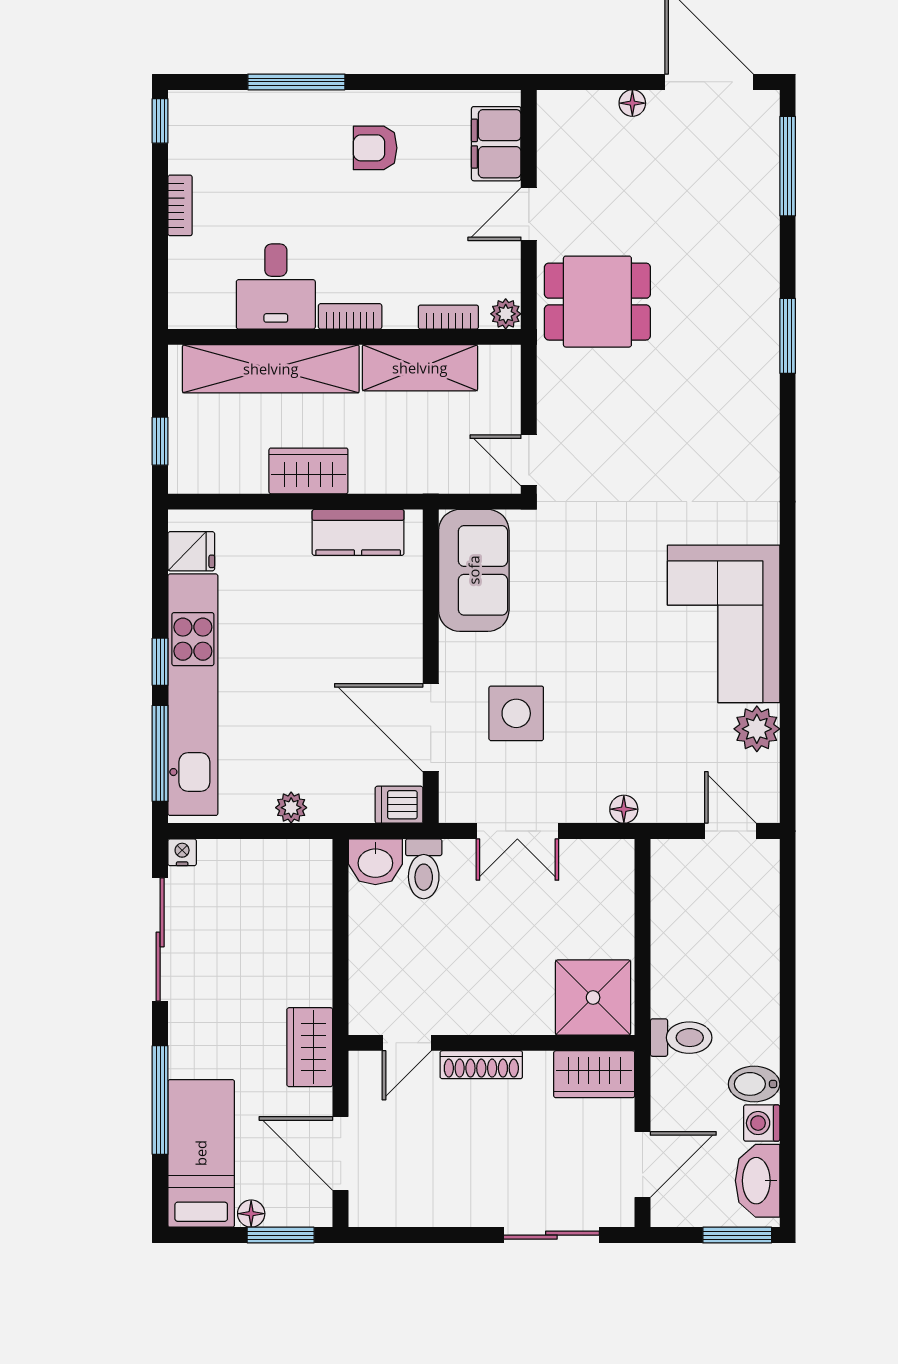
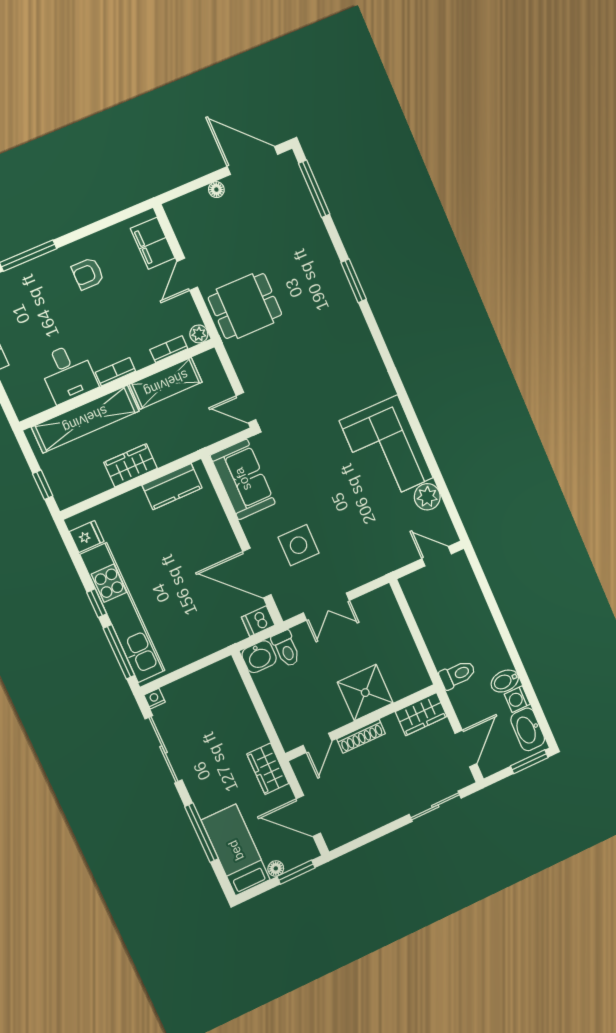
plant: (291, 808) -> (202, 649), removed
floor lamp: (624, 809) -> (377, 570), removed
shower: (593, 997) -> (365, 693), moved

